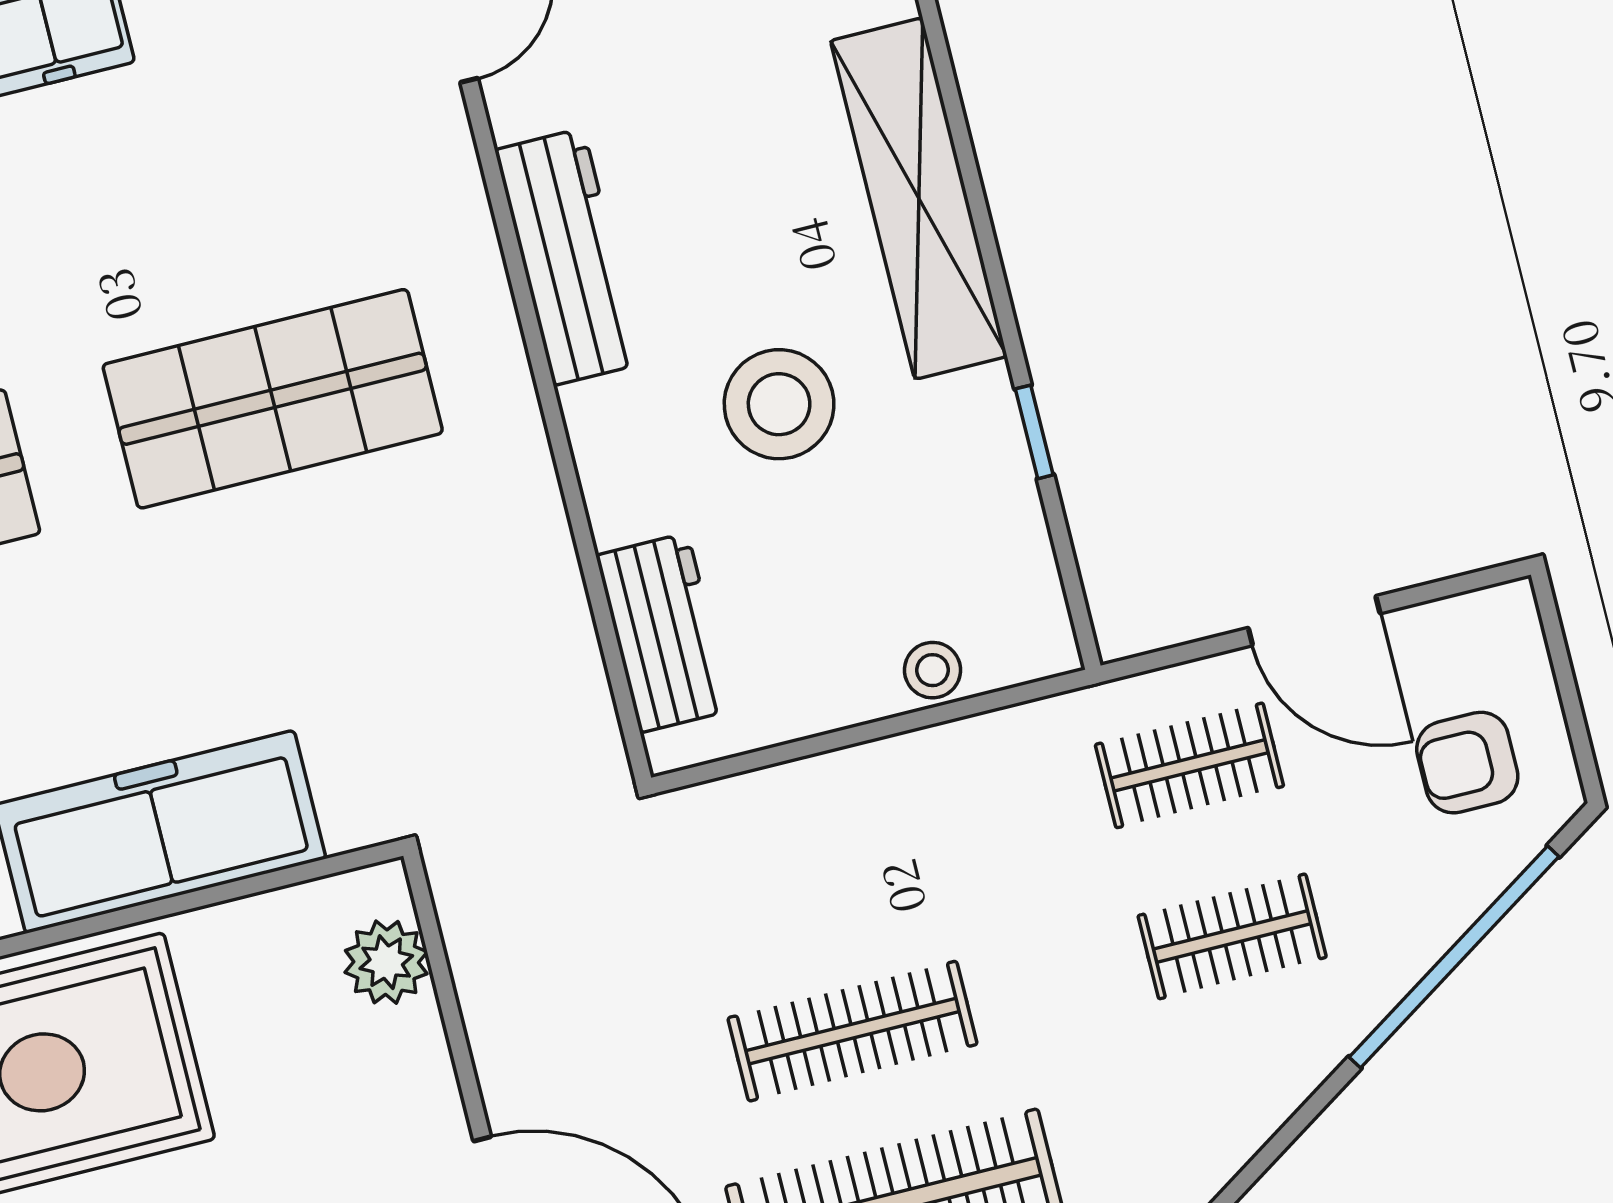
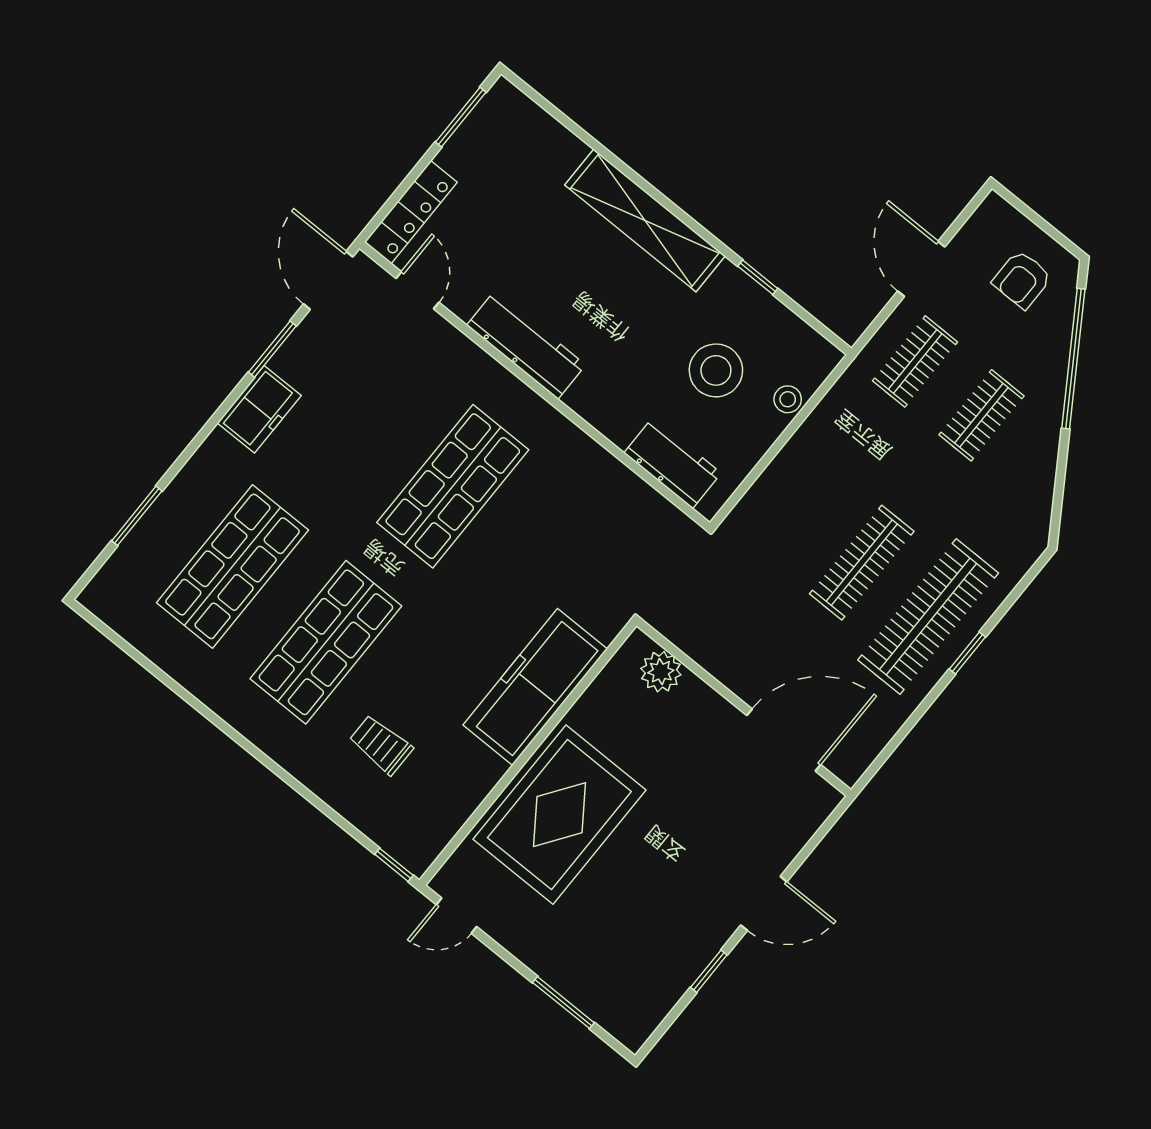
stool: (779, 404) -> (716, 370), moved
door: (1314, 621) -> (921, 269), swing flipped

